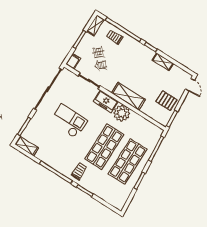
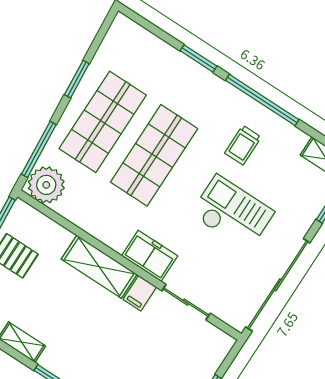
filing cabinet: (73, 61) -> (140, 293), moved
plant: (122, 113) -> (46, 185), moved
checkout: (69, 121) -> (232, 213), turned 180
trolley: (79, 171) -> (243, 145), moved

